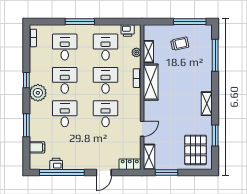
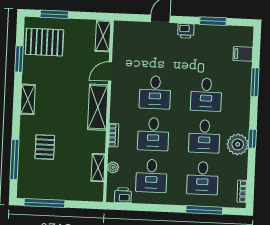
window: (80, 22) -> (204, 210), moved
trolley: (180, 44) -> (58, 176), removed
pallet: (192, 66) -> (45, 147), added
shelving: (151, 82) -> (98, 107), moved
plant: (38, 93) -> (238, 144), moved
pallet: (195, 150) -> (44, 42), turned 90
printer: (56, 164) -> (186, 31), moved
locker: (130, 164) -> (128, 28), removed
window: (62, 172) -> (213, 21), width x0.47
window: (166, 172) -> (54, 14), moved

